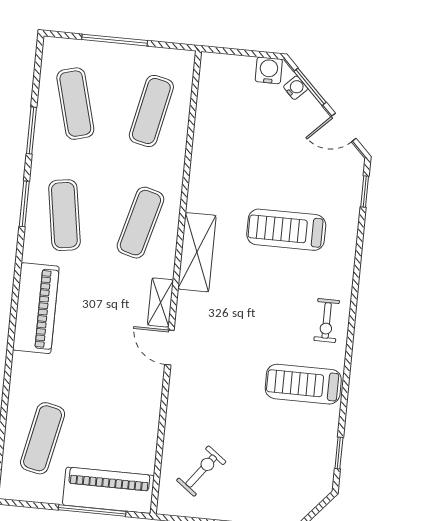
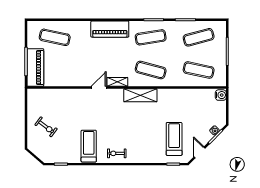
water cooler: (269, 70) -> (221, 95), moved
treadmill: (286, 230) -> (174, 139), moved
exercise bike: (201, 471) -> (46, 127), moved

